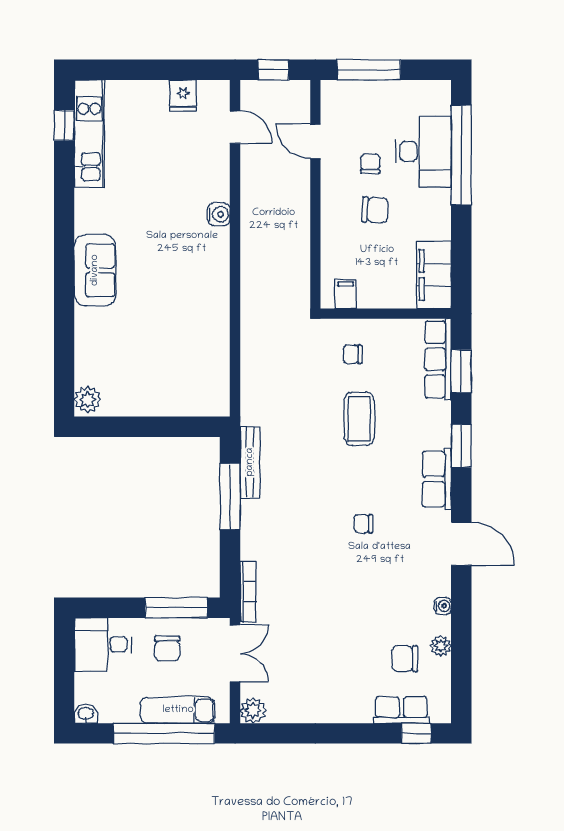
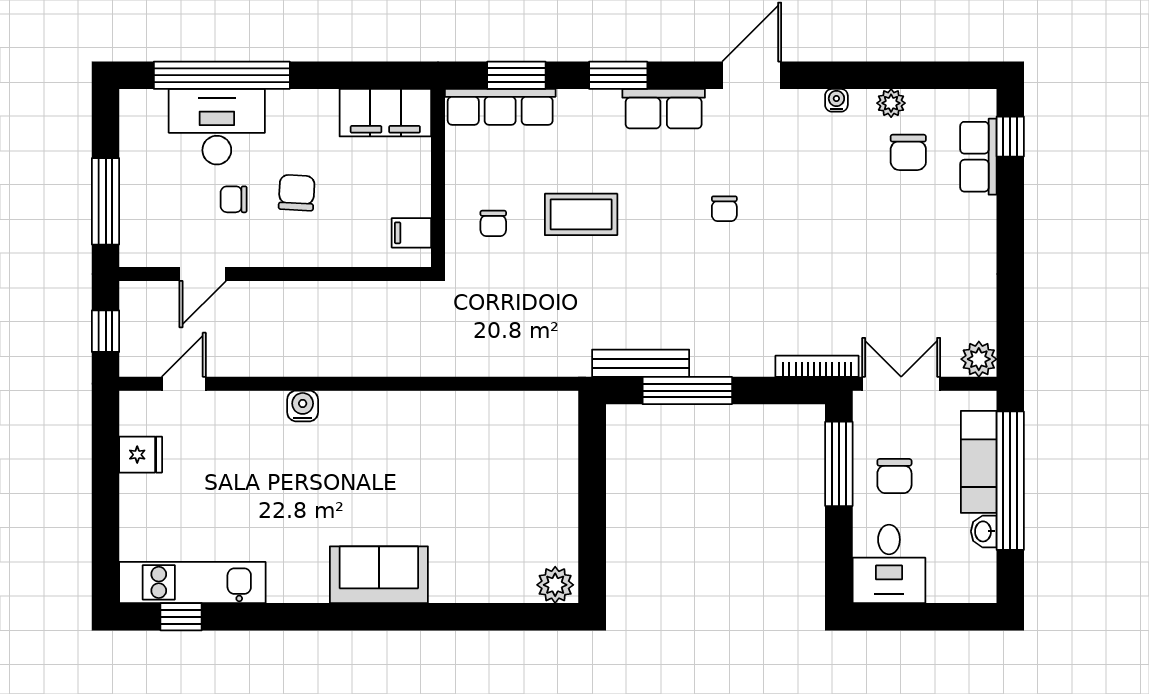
chair: (167, 648) -> (894, 476), turned 90
washbasin: (86, 714) -> (984, 531), moved

